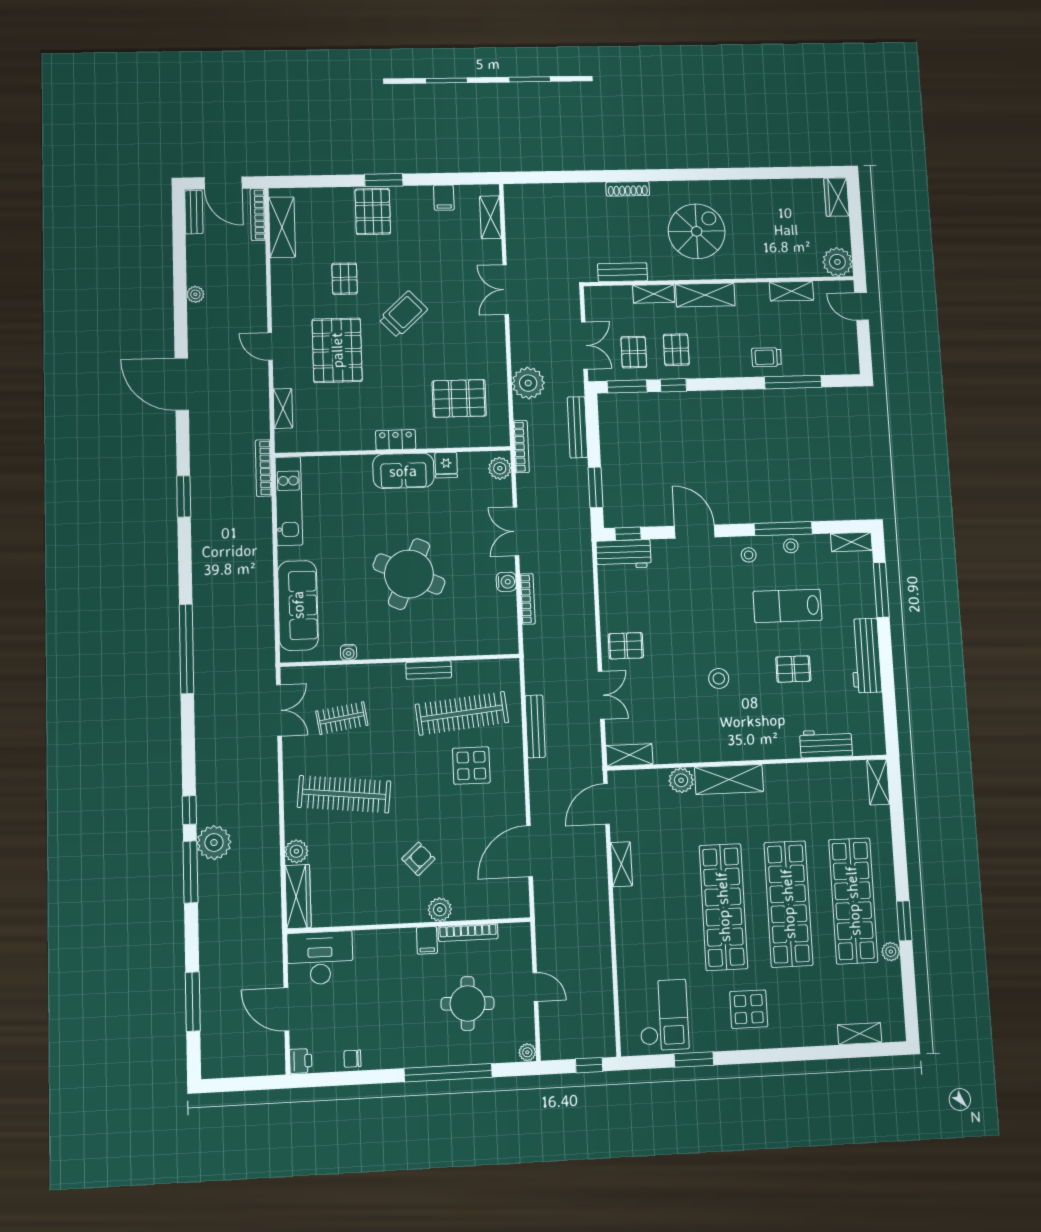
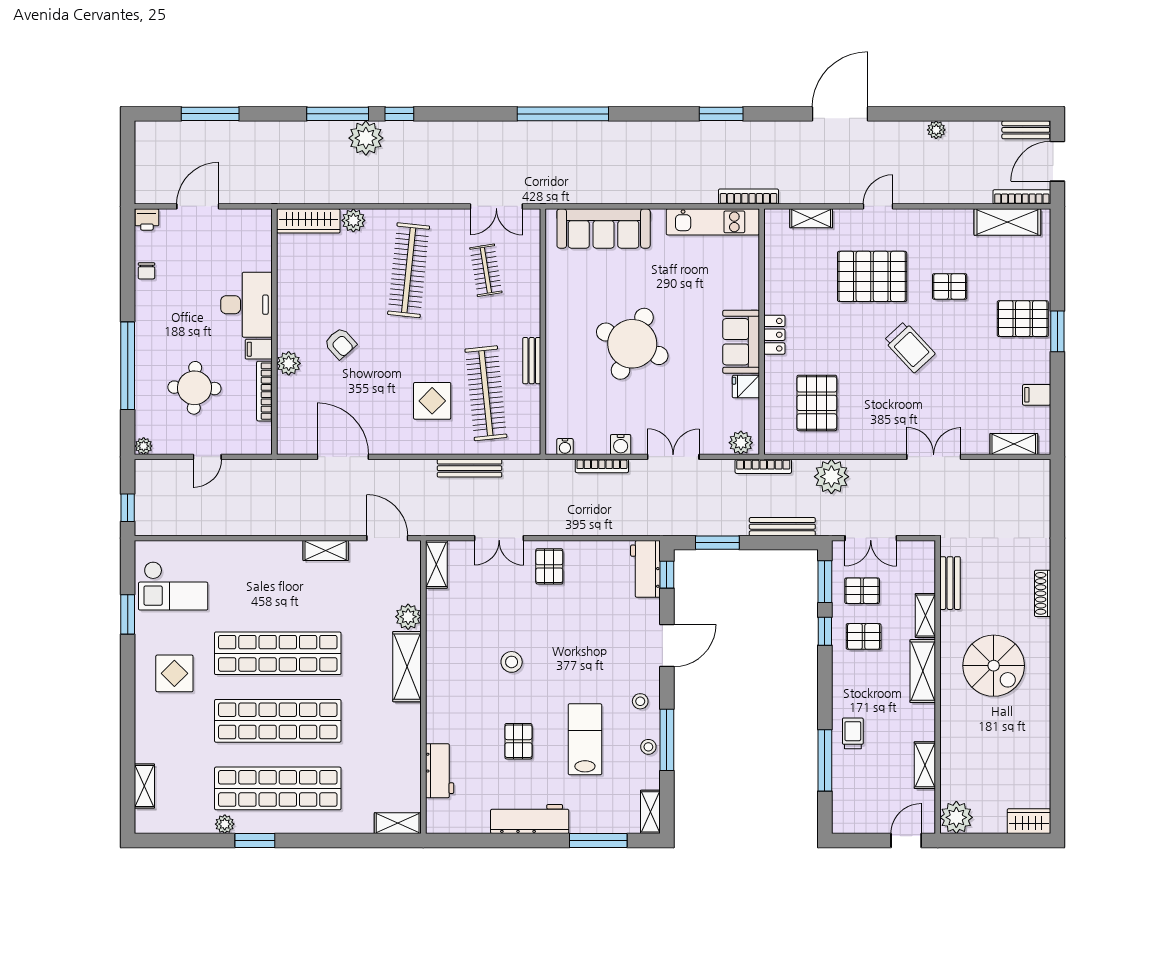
water cooler: (349, 652) -> (565, 447), moved, turned -90
desk: (320, 958) -> (246, 305), moved
chair: (352, 1059) -> (146, 271), turned 180

